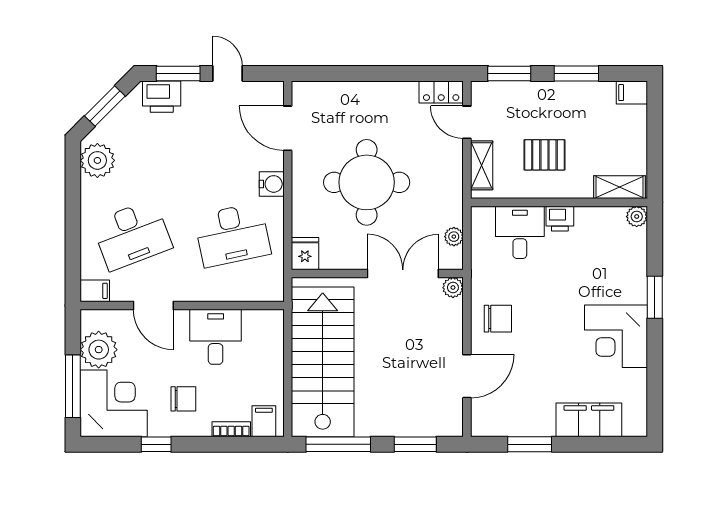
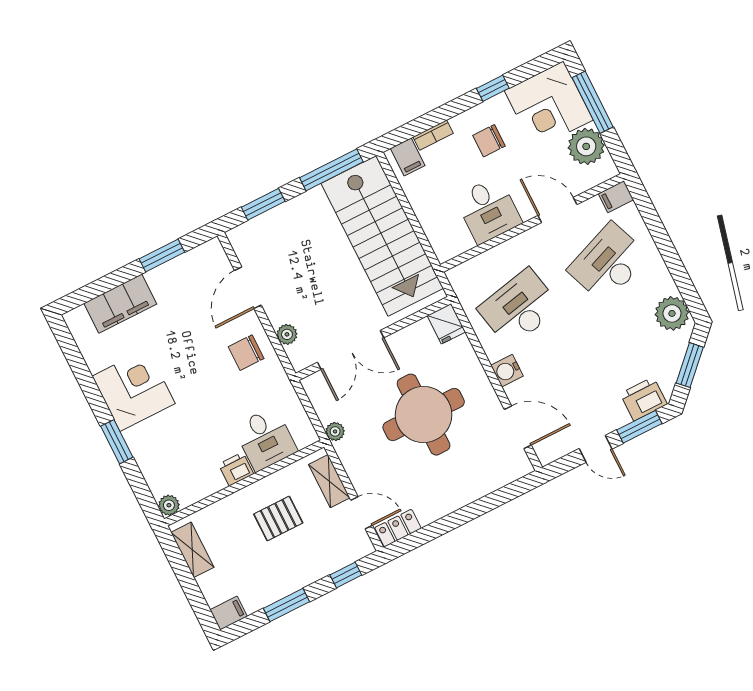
window: (509, 73) -> (346, 575), width x0.67
shelving: (619, 187) -> (192, 550), moved, turned 90
plant: (454, 237) -> (335, 431), moved
plant: (453, 288) -> (287, 334), moved

